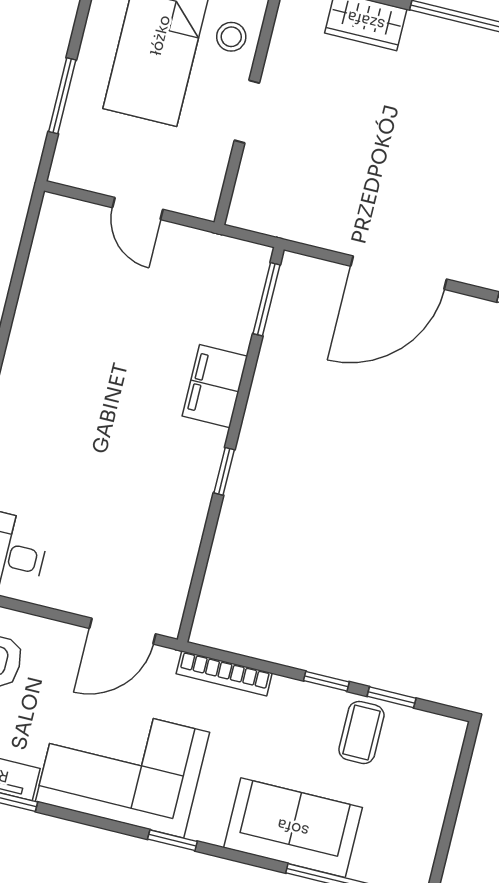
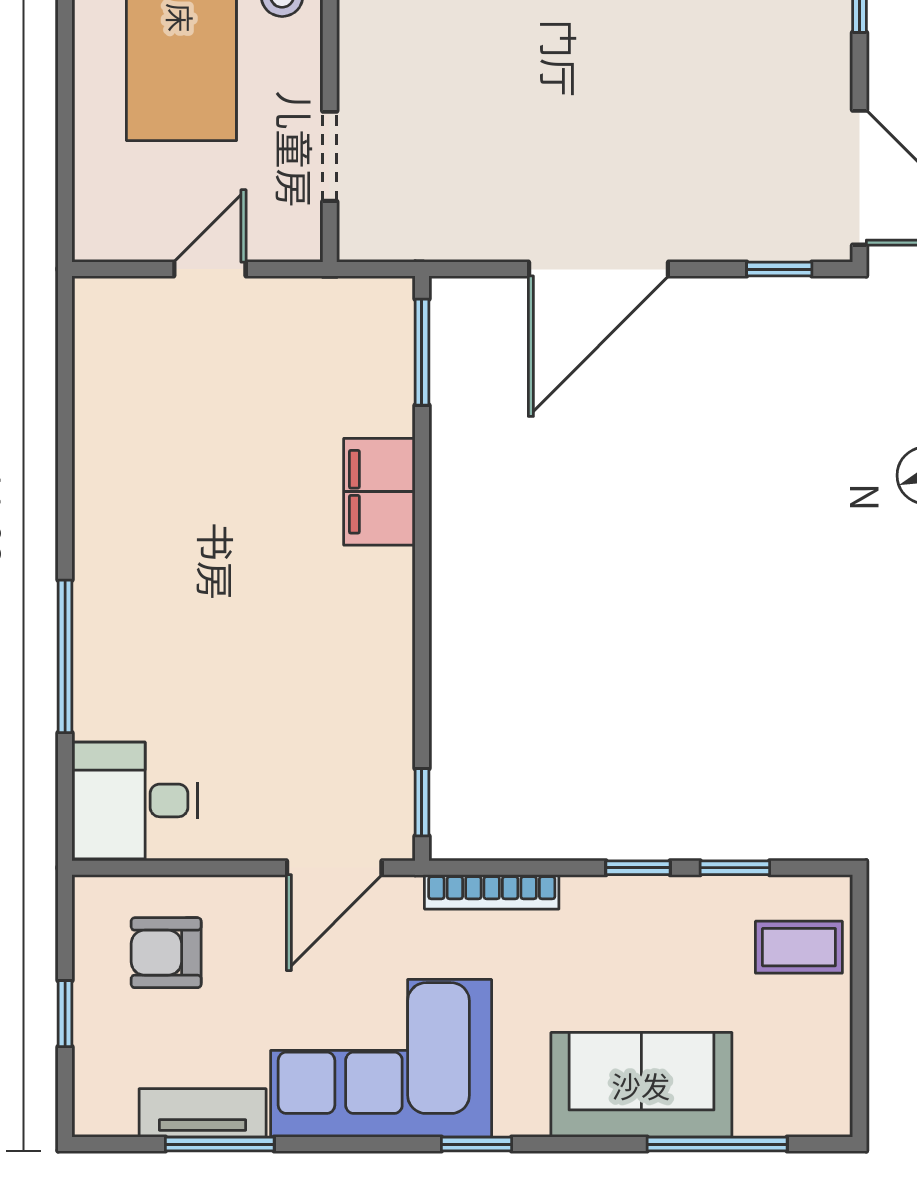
window: (62, 96) -> (65, 137), removed
doorway: (247, 112) -> (330, 156), moved
door: (138, 209) -> (210, 269), swing flipped
window: (224, 471) -> (422, 802), moved
coffee table: (361, 732) -> (799, 947), moved, turned 90

